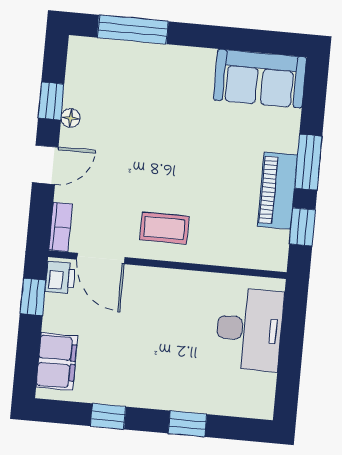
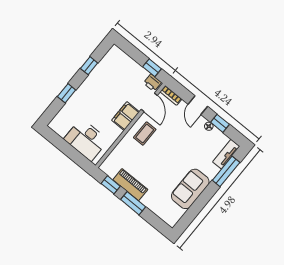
tv unit: (101, 51) -> (226, 154), added
sofa: (260, 79) -> (190, 189), moved
door: (101, 258) -> (149, 102), swing flipped
filing cabinet: (57, 362) -> (126, 116), moved, turned 90

